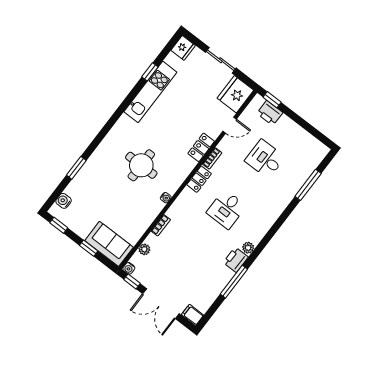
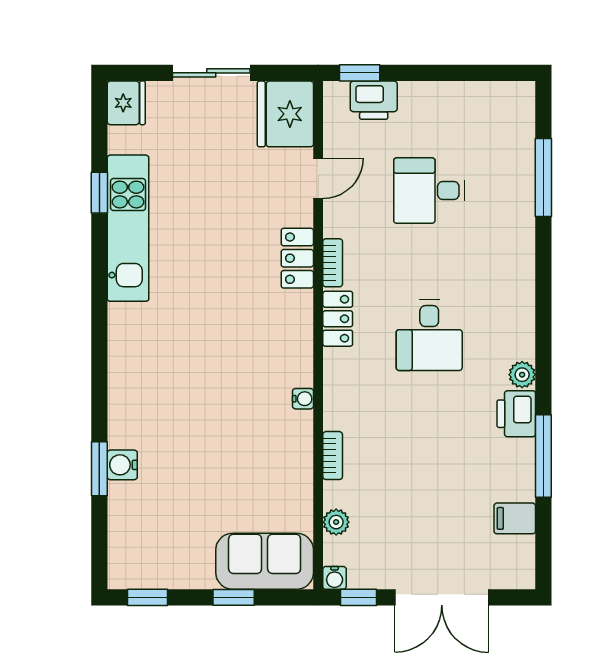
round table: (141, 165) -> (214, 374), removed
water cooler: (64, 201) -> (122, 465), moved
filing cabinet: (193, 315) -> (515, 518), moved

